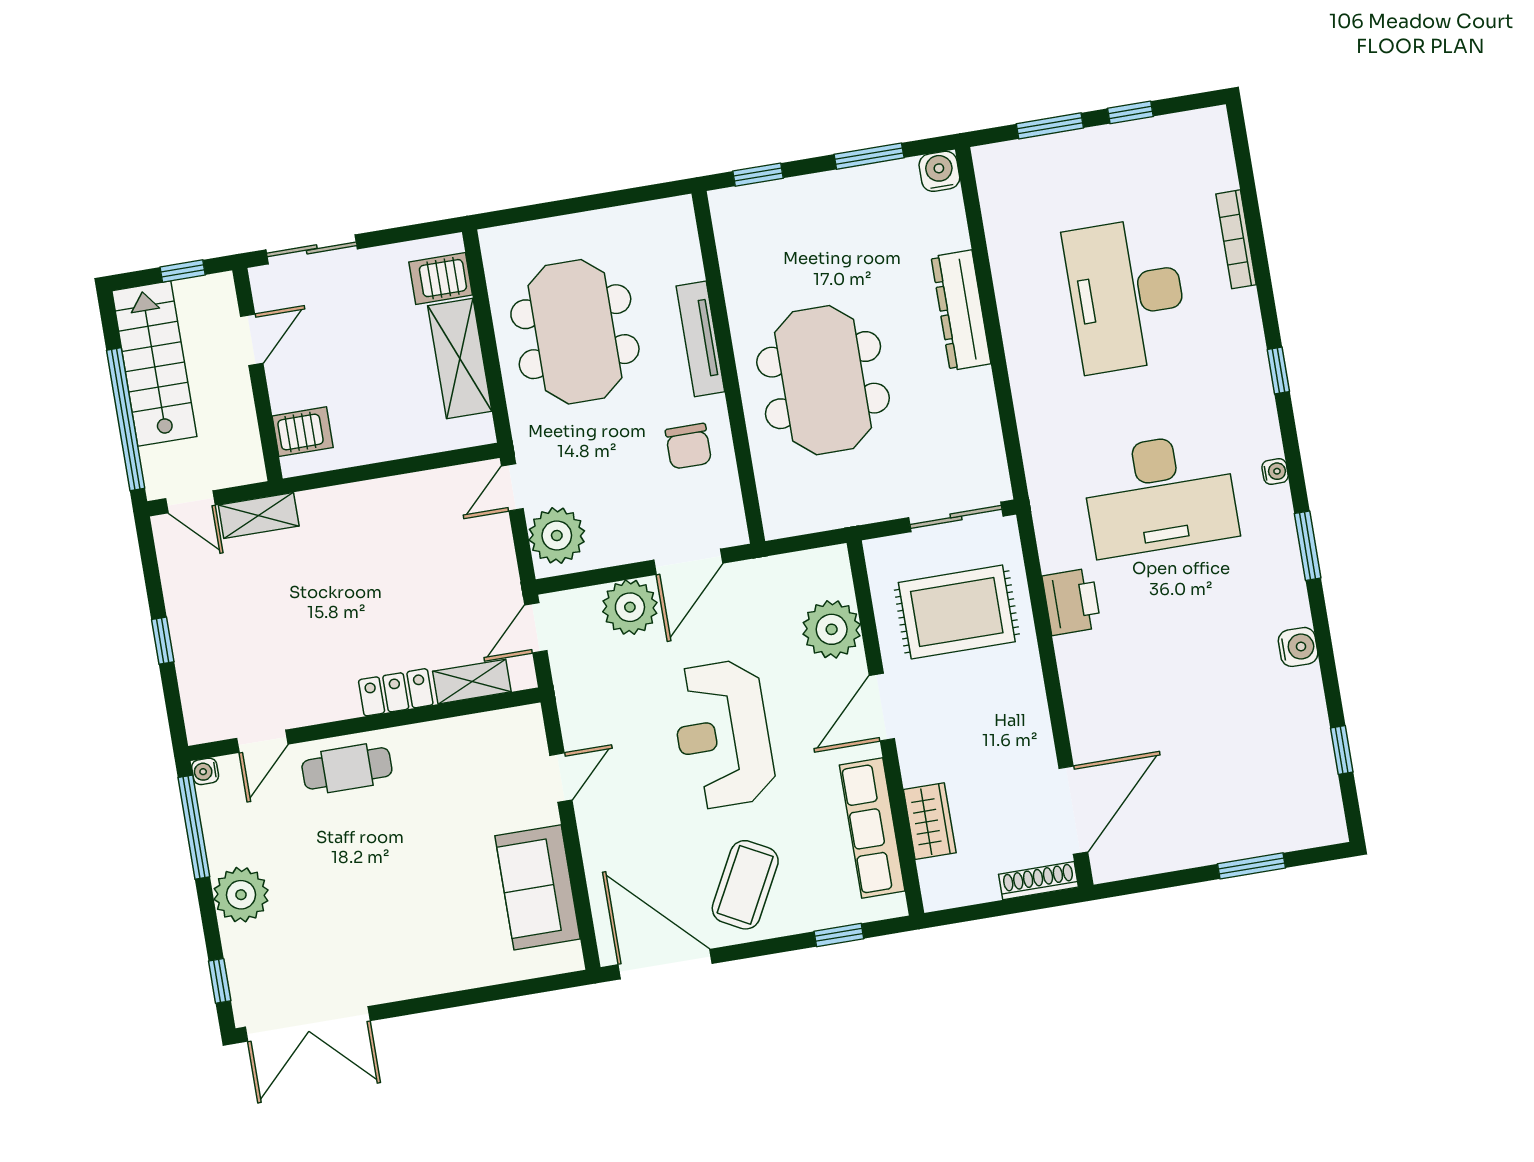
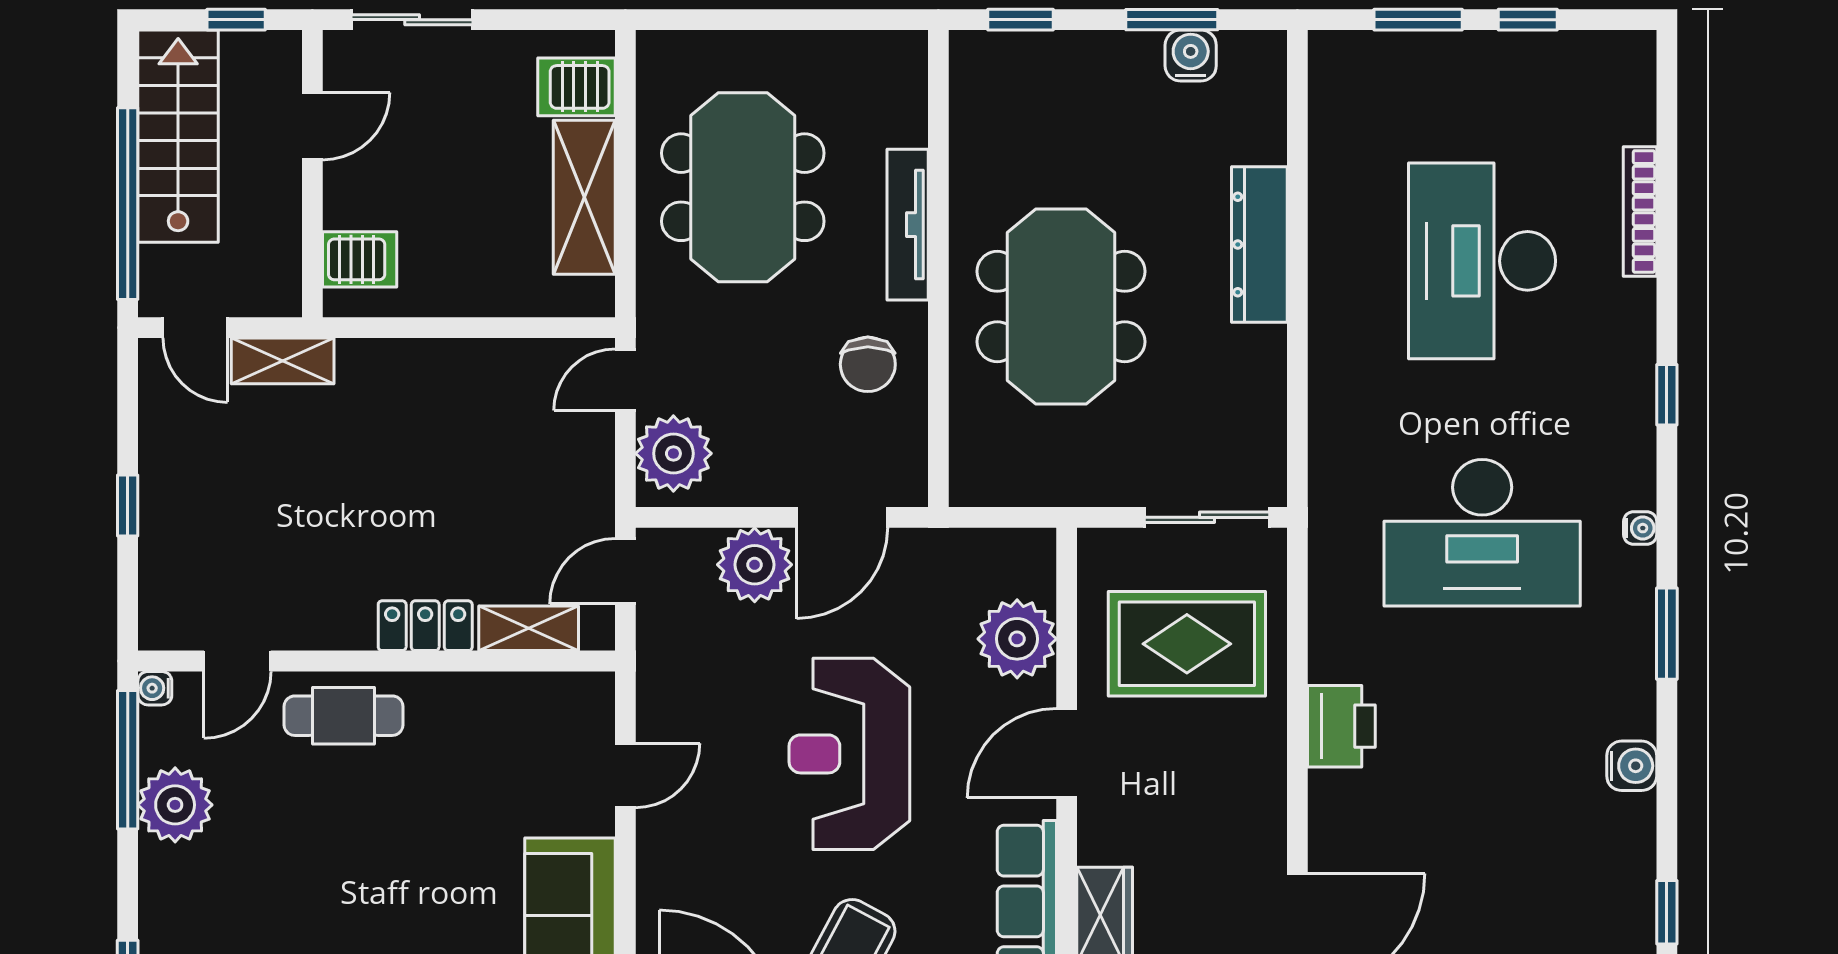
water cooler: (939, 171) -> (1191, 56), moved
printer: (1072, 602) -> (1341, 726), moved
plant: (241, 895) -> (175, 805), moved

